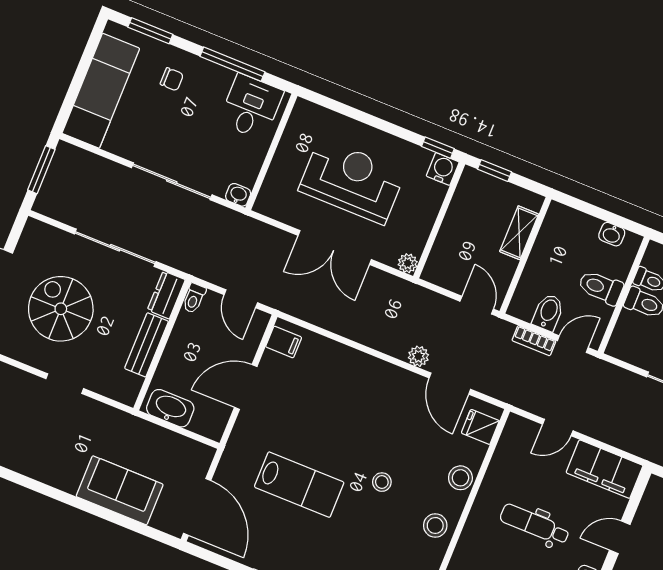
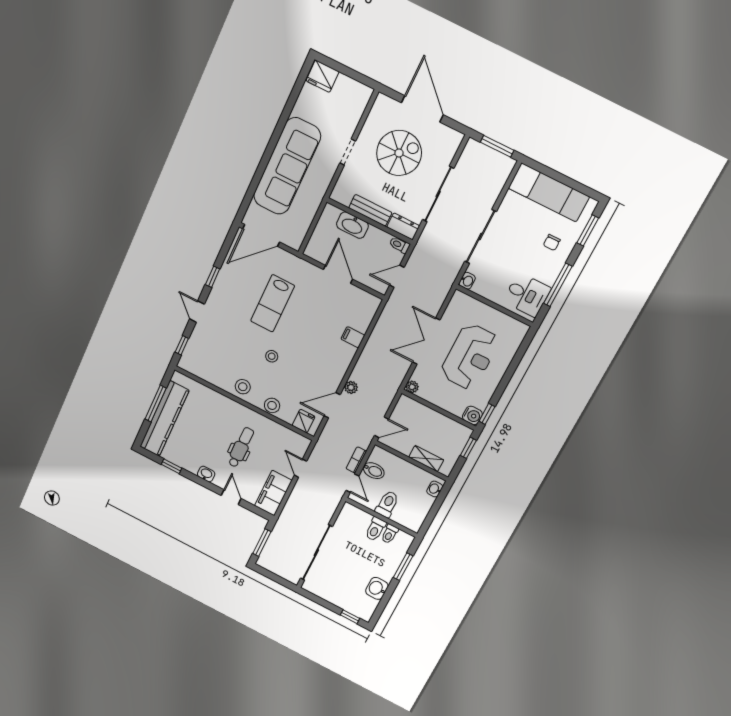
washbasin: (612, 234) -> (435, 489), moved
filing cabinet: (284, 342) -> (353, 337), moved, turned 90
washbasin: (170, 408) -> (352, 225), moved, turned 90
sofa: (120, 490) -> (287, 166), width x1.85, depth x1.27

